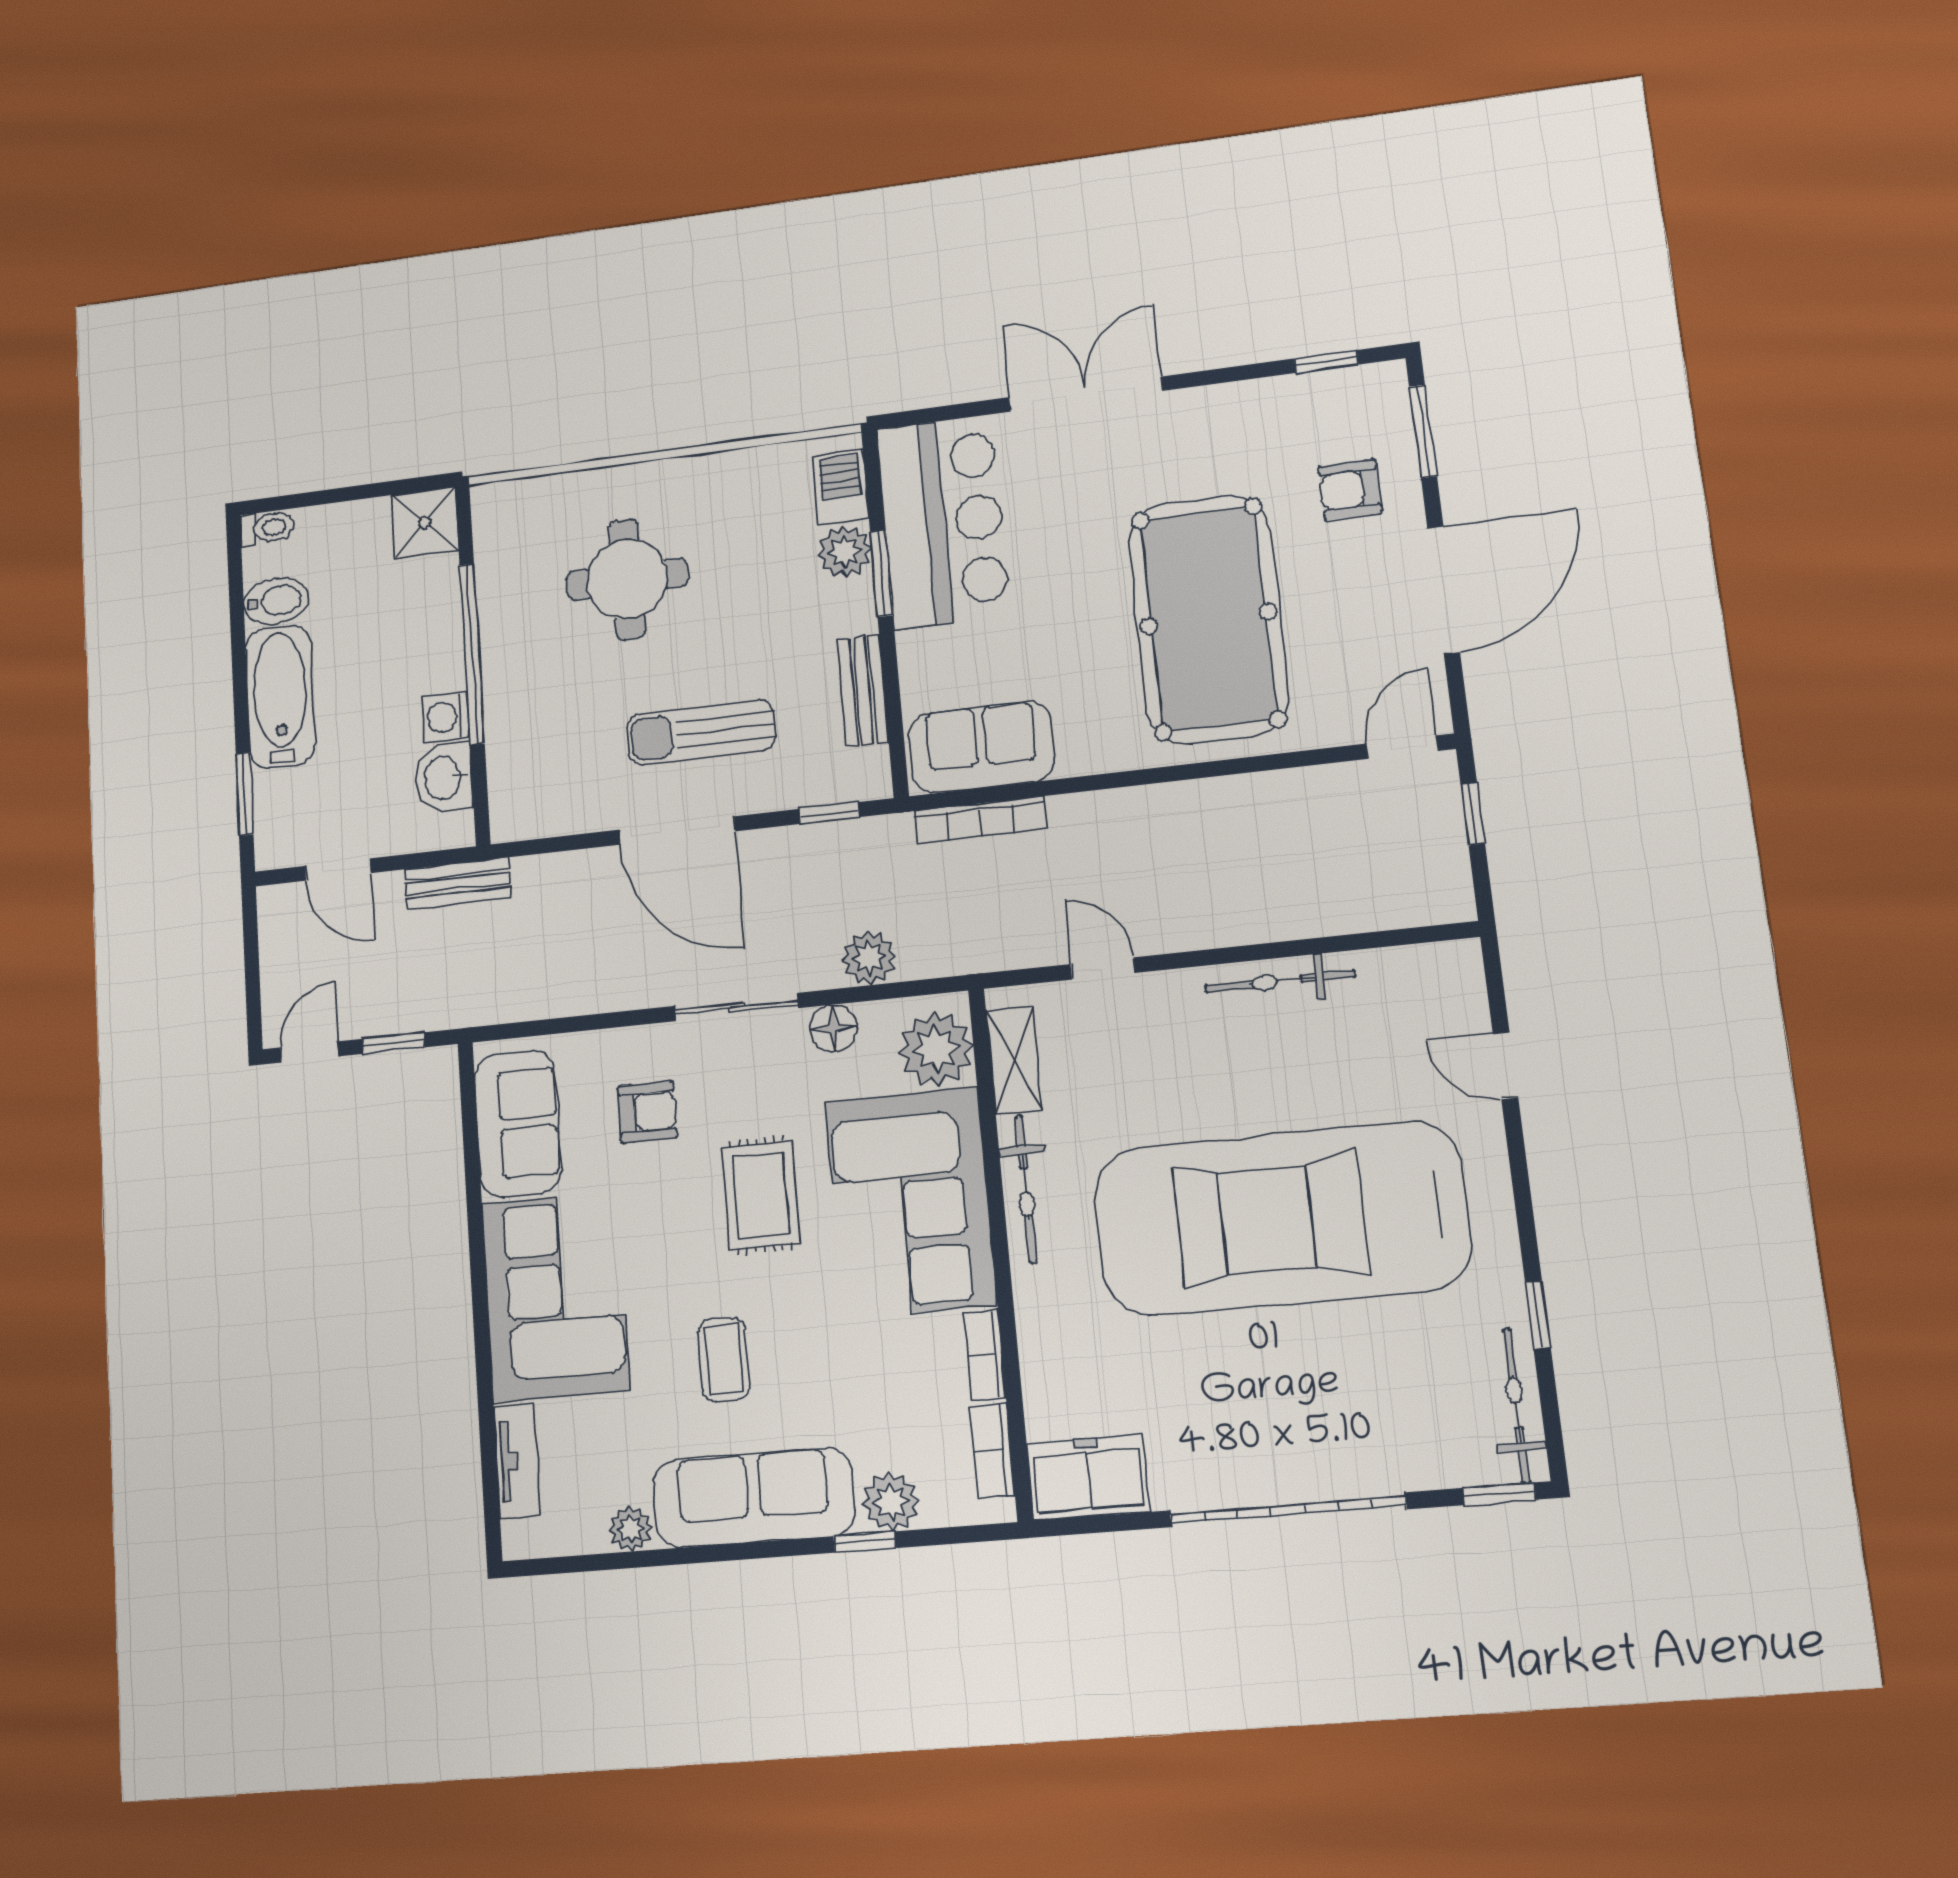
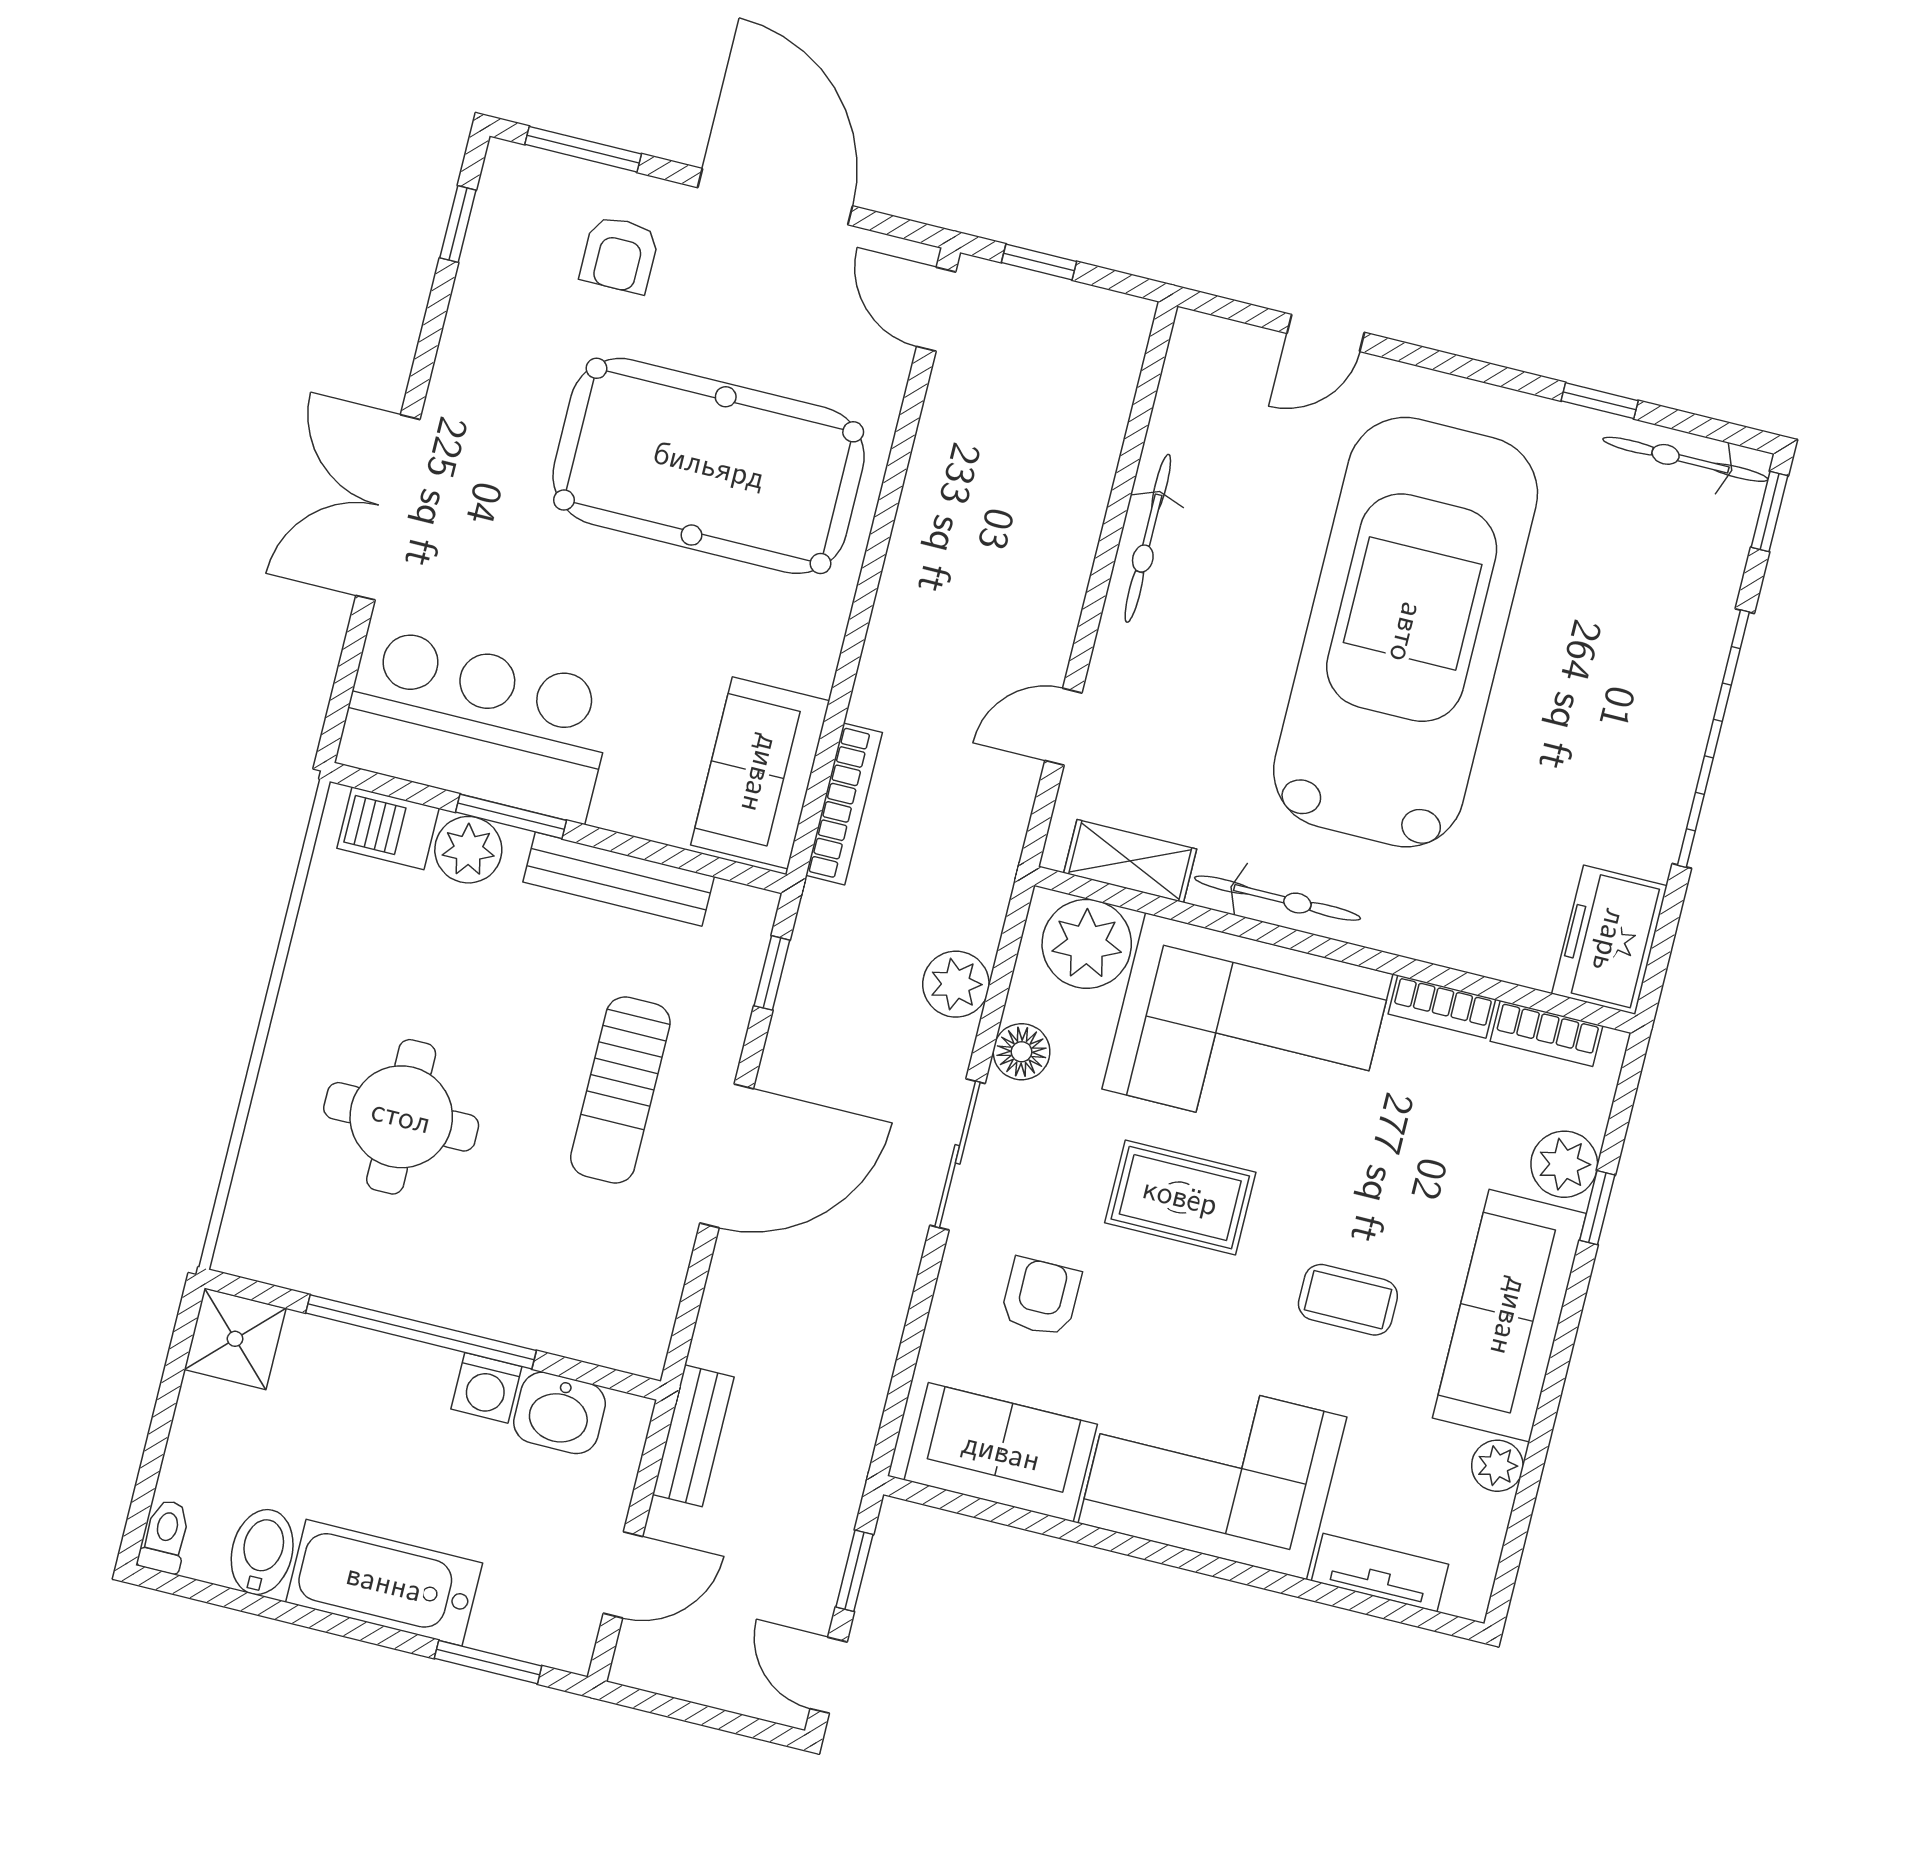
bench: (863, 690) -> (619, 879), width x1.36
car: (1281, 1219) -> (1406, 632), turned 180

